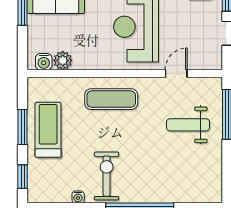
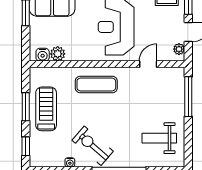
plant: (215, 55) -> (179, 49), added
weight bench: (188, 125) -> (159, 138), moved
exercise bike: (107, 176) -> (93, 146), turned -49

